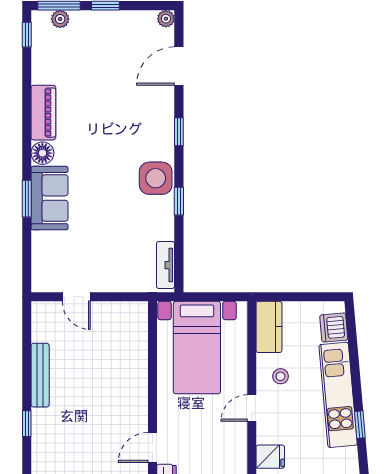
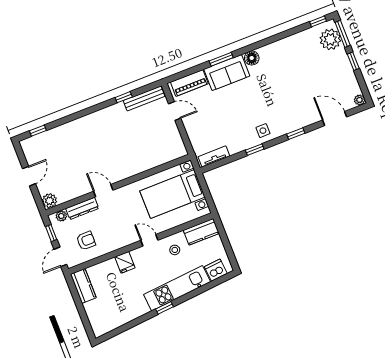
plant: (60, 19) -> (330, 39), width x1.88, depth x1.88
piano: (43, 113) -> (189, 83), moved
side table: (156, 178) -> (263, 131), width x0.54, depth x0.54
door: (76, 297) -> (175, 111), swing flipped
bench: (40, 375) -> (144, 98), moved
window: (27, 424) -> (124, 97), moved

